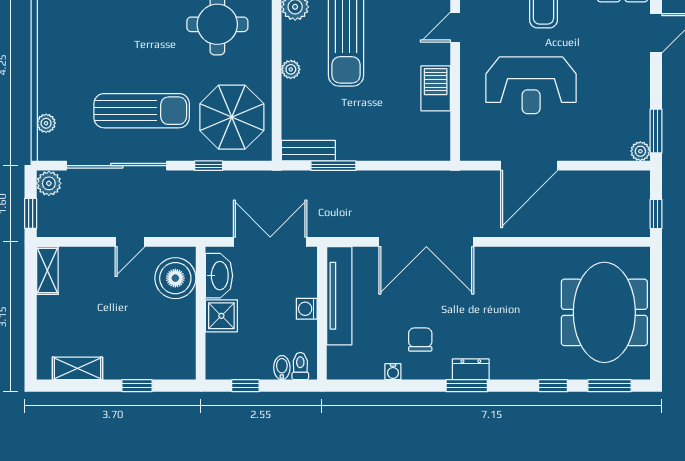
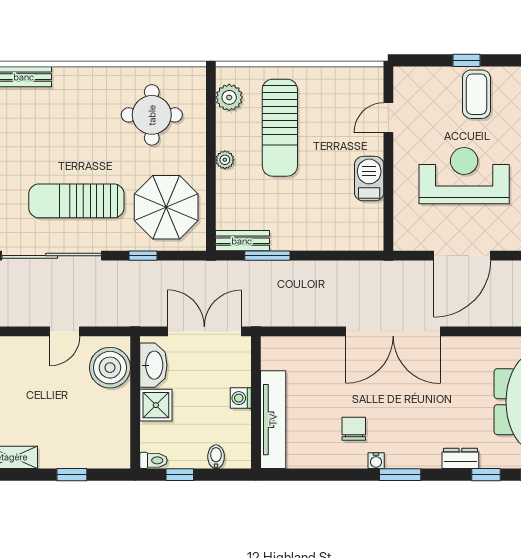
reception desk: (531, 85) -> (464, 176), turned 180
sun lounger: (142, 111) -> (76, 201), turned 180
double door: (426, 242) -> (393, 331), moved
tv unit: (339, 296) -> (273, 420), moved
toilet: (300, 366) -> (153, 460), moved, turned 90
dresser: (471, 369) -> (460, 458), moved
water cooler: (393, 372) -> (376, 461), moved

